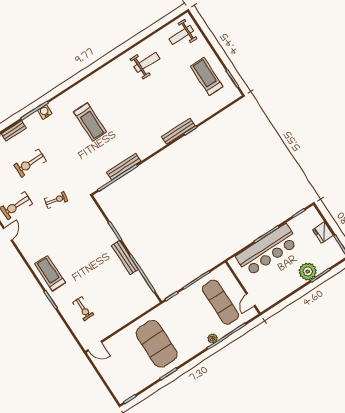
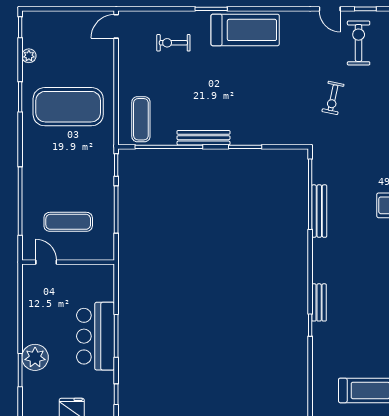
bench: (178, 131) -> (319, 302), width x0.73
bar counter: (267, 250) -> (96, 336), width x0.73
treadmill: (50, 273) -> (245, 30), width x1.37, depth x1.38
exercise mat: (137, 299) -> (141, 119), added
exercise mat: (220, 302) -> (68, 222), width x0.73, depth x0.69
plant: (212, 338) -> (29, 56), moved

